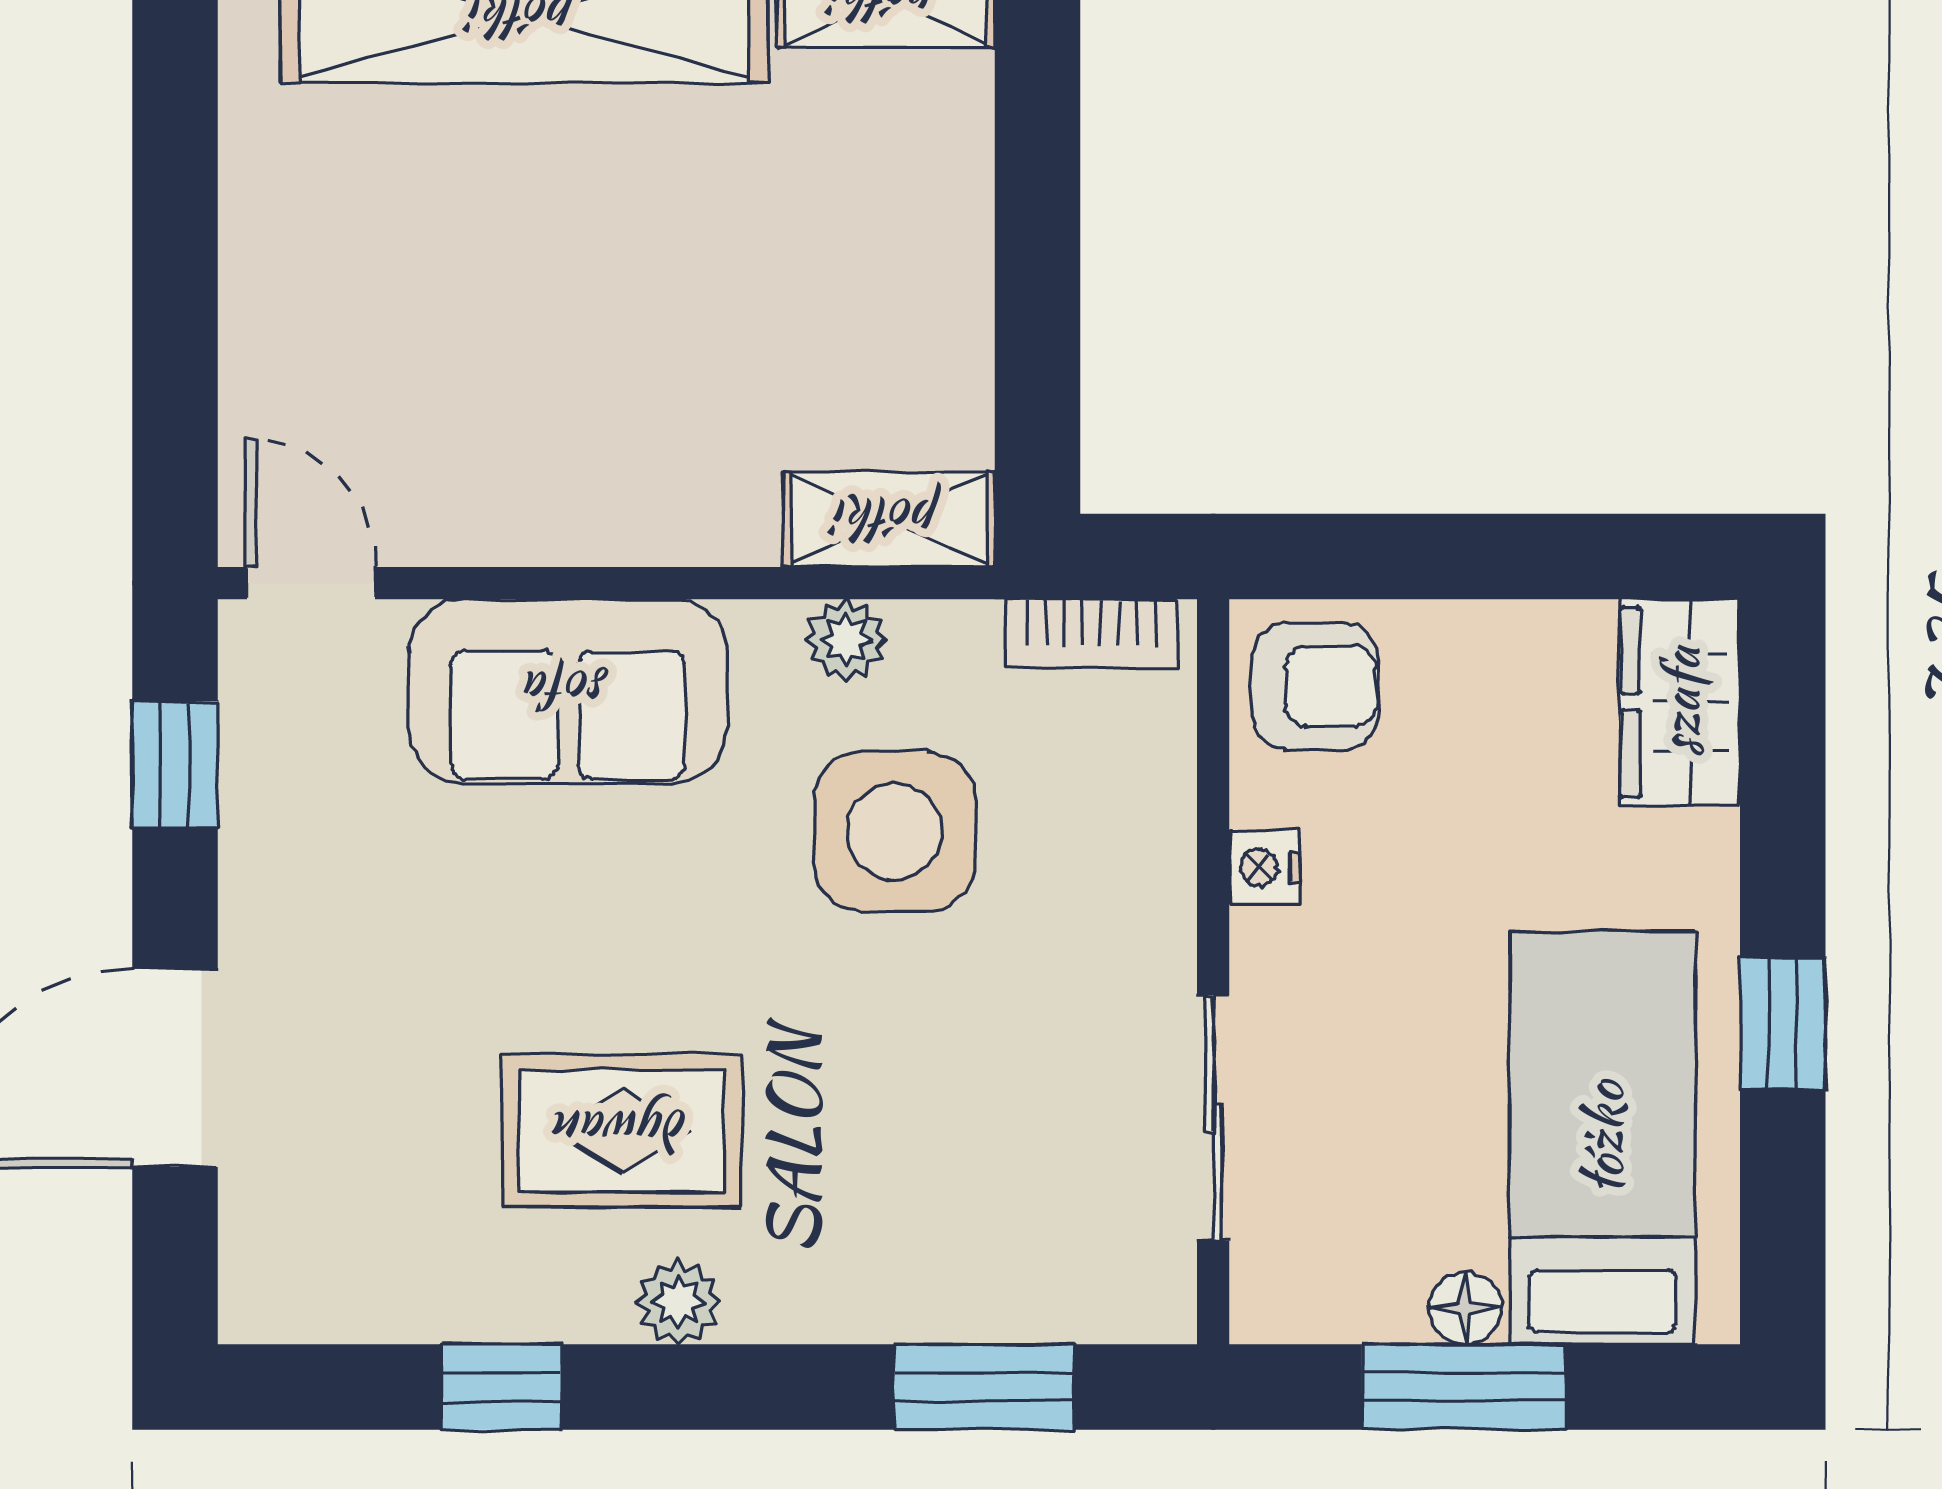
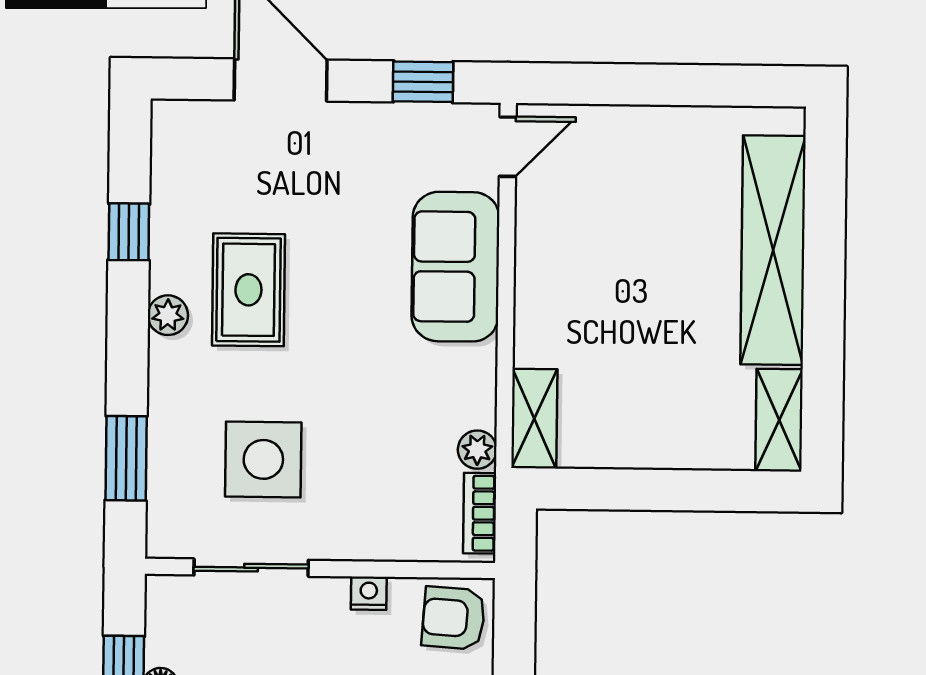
plant: (846, 640) -> (477, 450), moved
armchair: (1315, 686) -> (454, 618), turned 94
side table: (894, 832) -> (263, 459), moved

